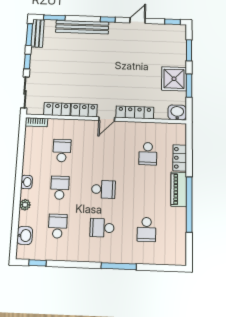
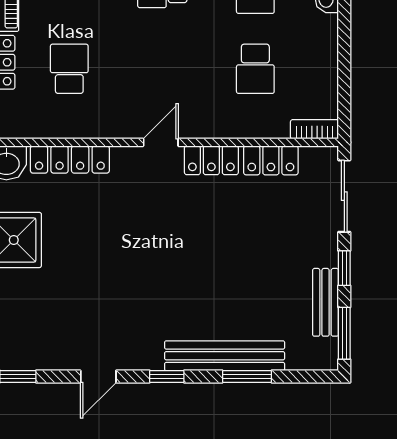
window: (54, 18) -> (247, 376), moved
bench: (38, 33) -> (326, 302), moved
locker: (135, 112) -> (70, 159), moved

